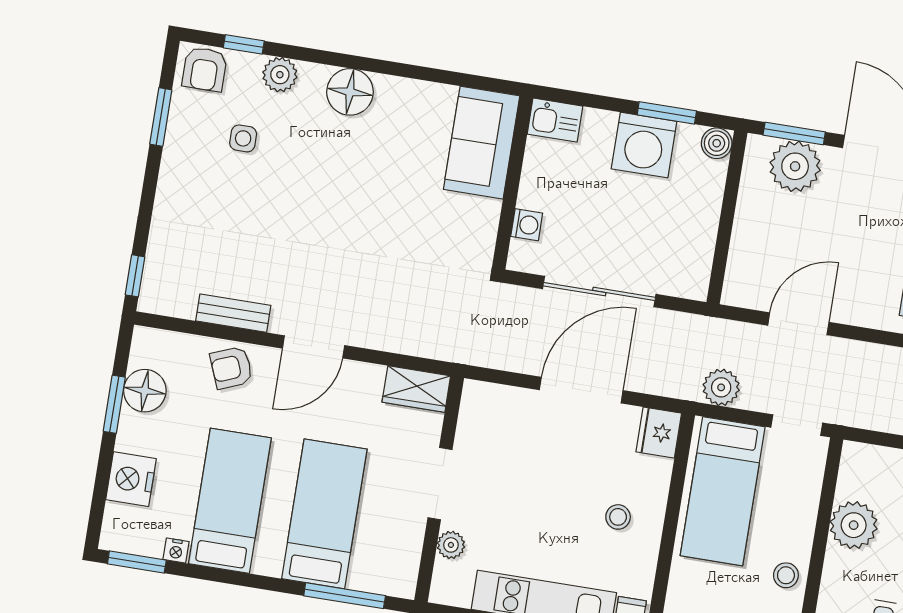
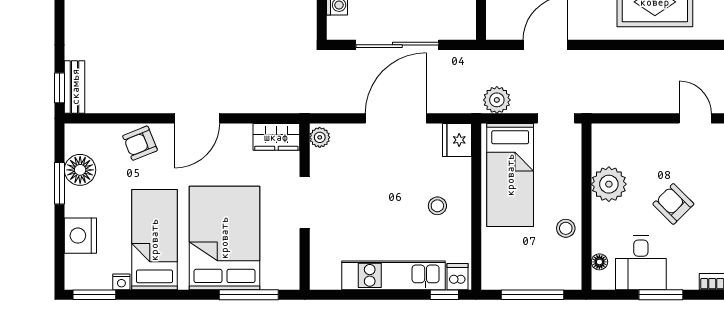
bench: (233, 313) -> (75, 87), moved, turned 90
bed: (324, 514) -> (224, 238), width x1.50
plant: (451, 545) -> (320, 137), moved

